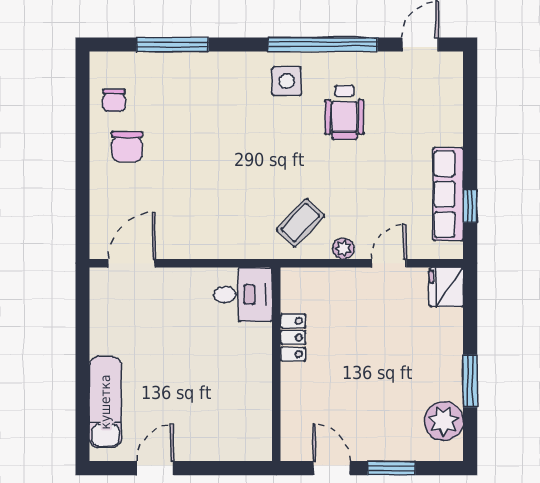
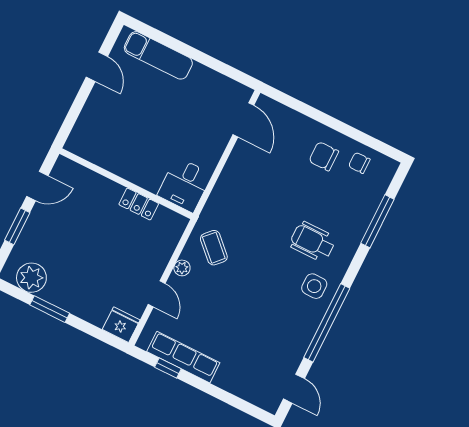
wheelchair: (344, 113) -> (313, 242), moved

